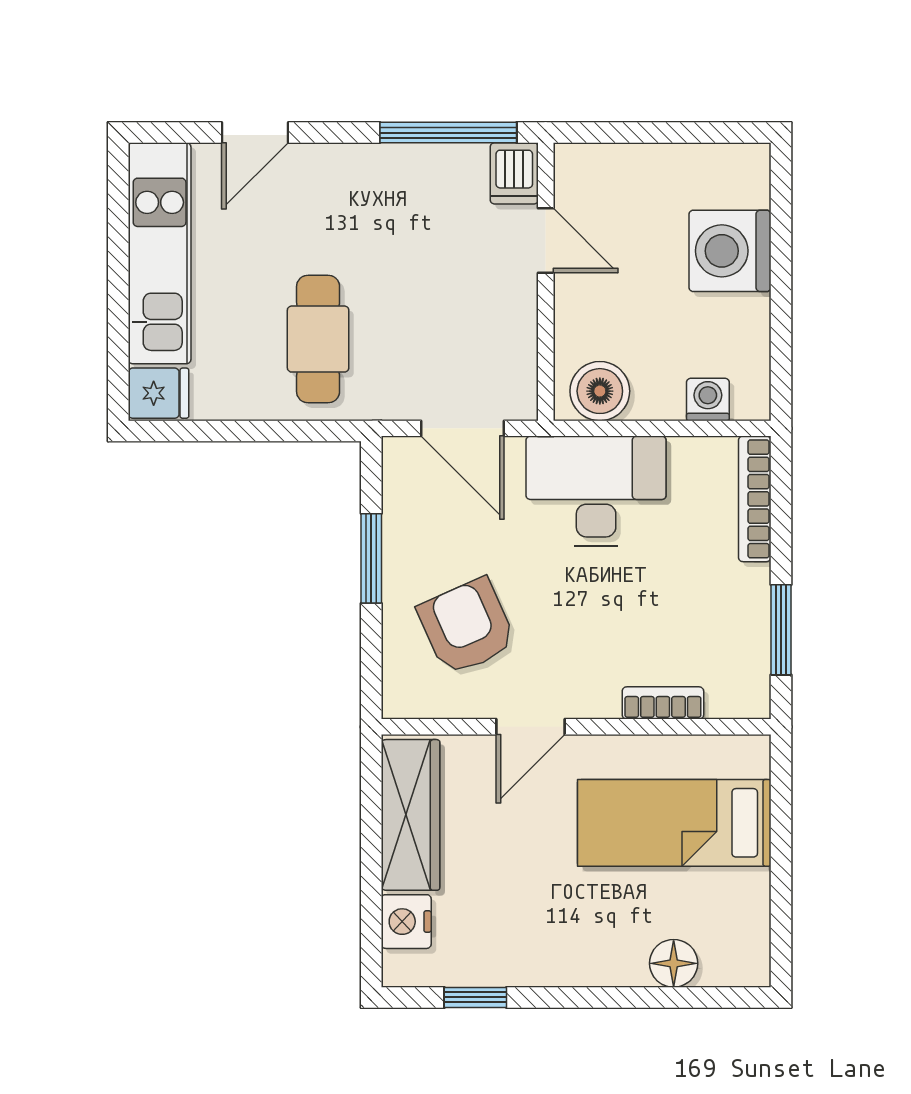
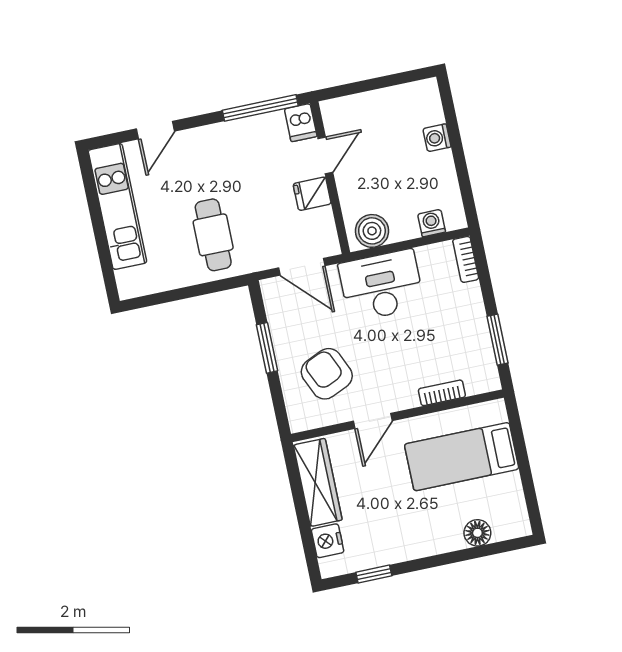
door: (546, 240) -> (325, 155), hinge flipped
washing machine: (730, 251) -> (437, 138), width x0.53, depth x0.53
fridge: (159, 393) -> (312, 194), moved, turned 180
bookcase: (755, 499) -> (466, 259), width x0.64

